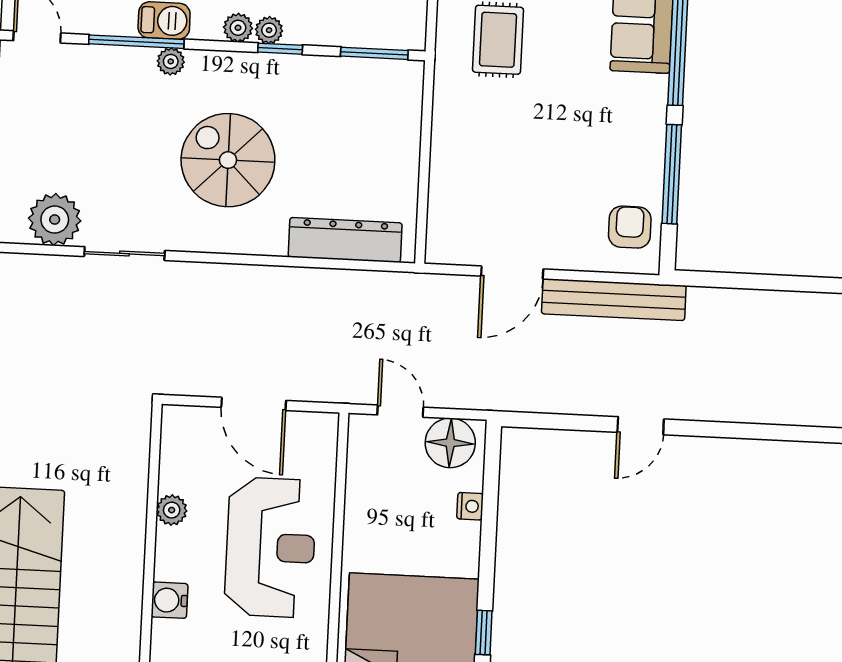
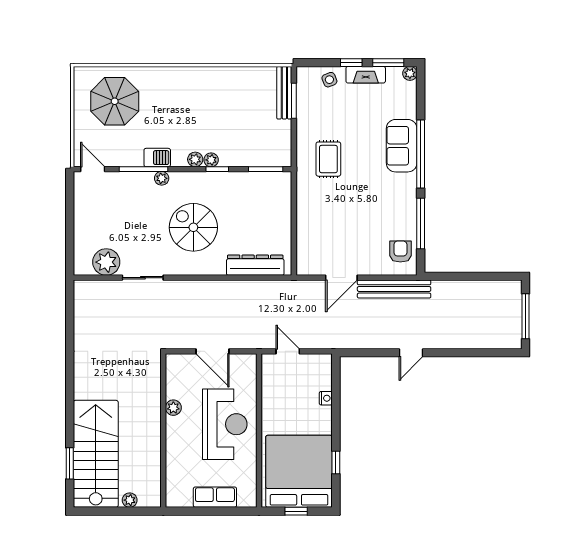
floor lamp: (450, 443) -> (314, 366), removed
water cooler: (169, 600) -> (174, 454), removed

